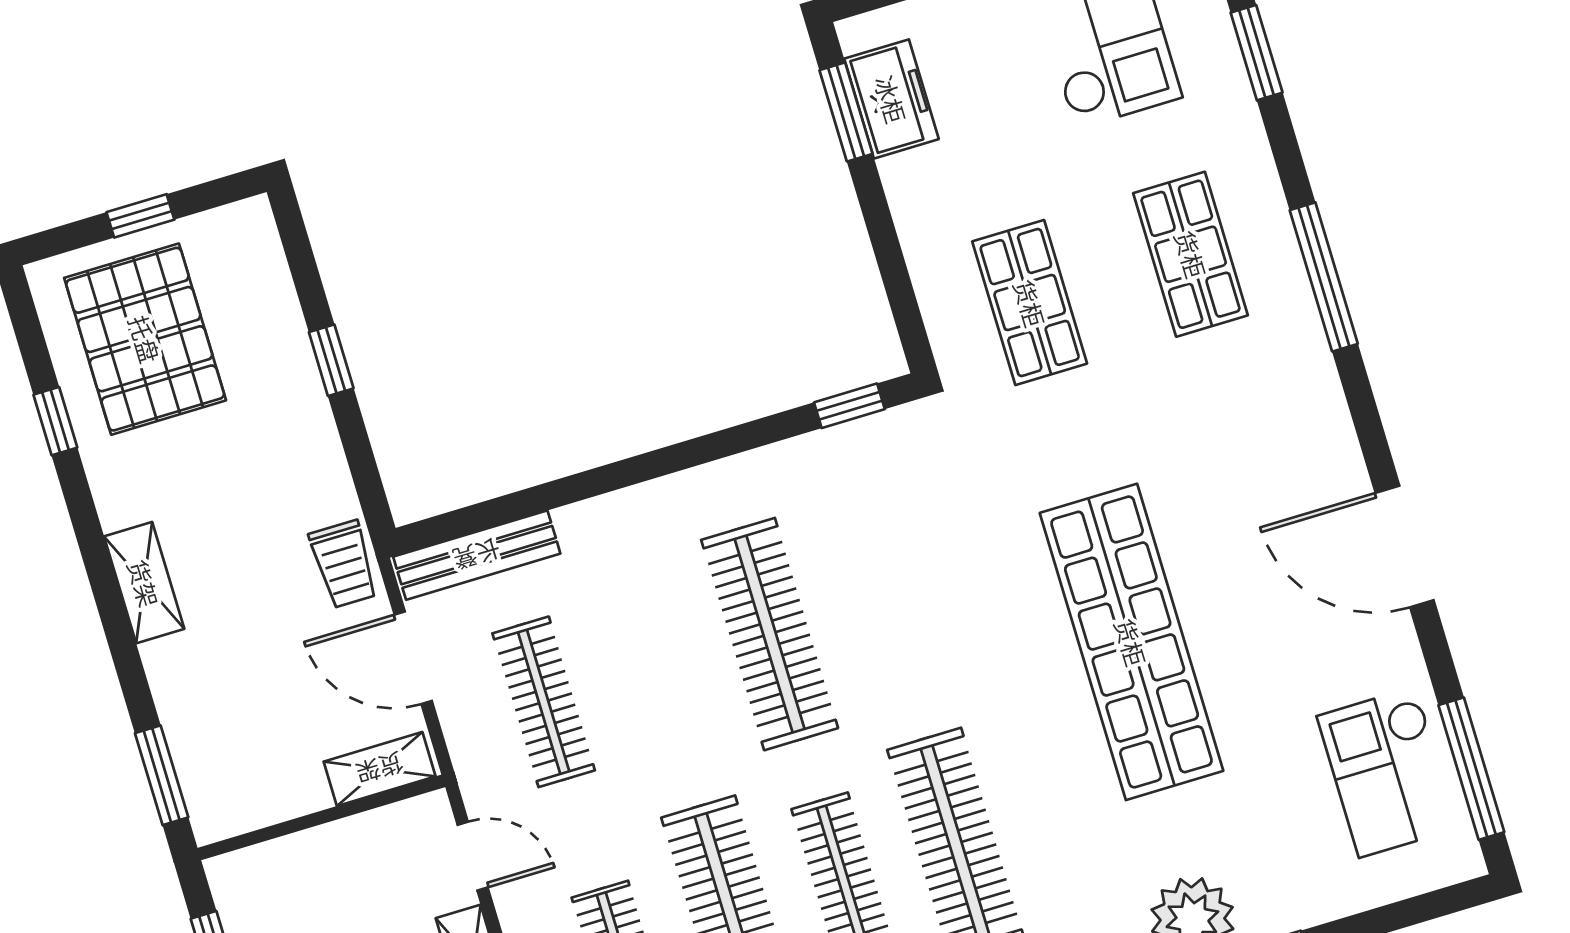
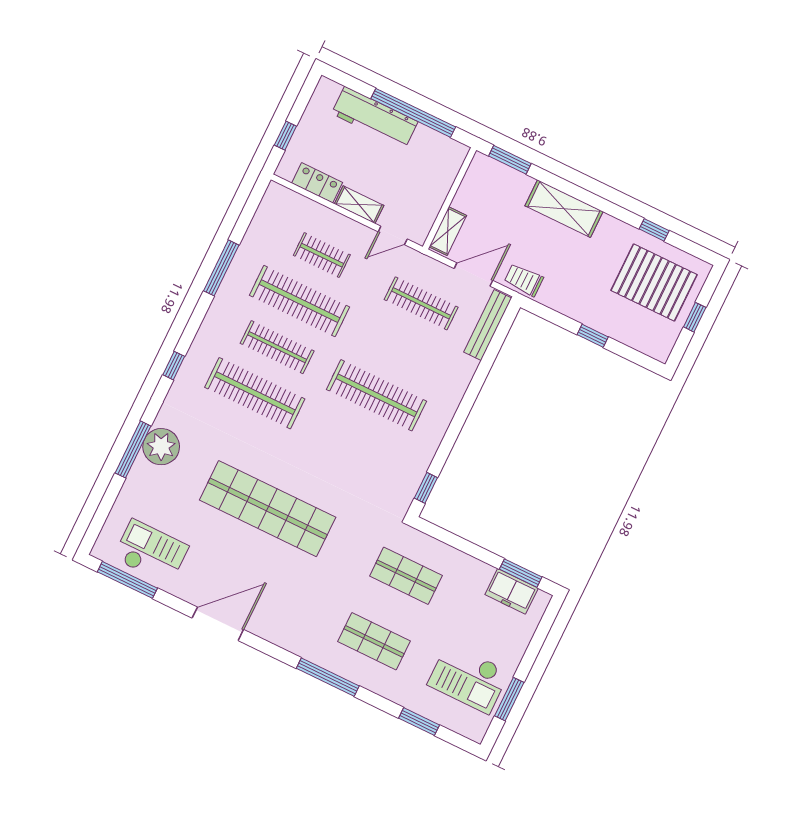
shelving: (144, 583) -> (564, 209), width x1.50, depth x1.33

